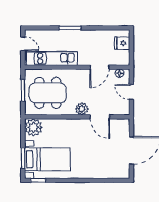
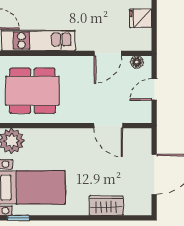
door: (131, 92) -> (154, 89), hinge flipped
plant: (82, 109) -> (82, 114), removed
wardrobe: (98, 172) -> (106, 206), added

